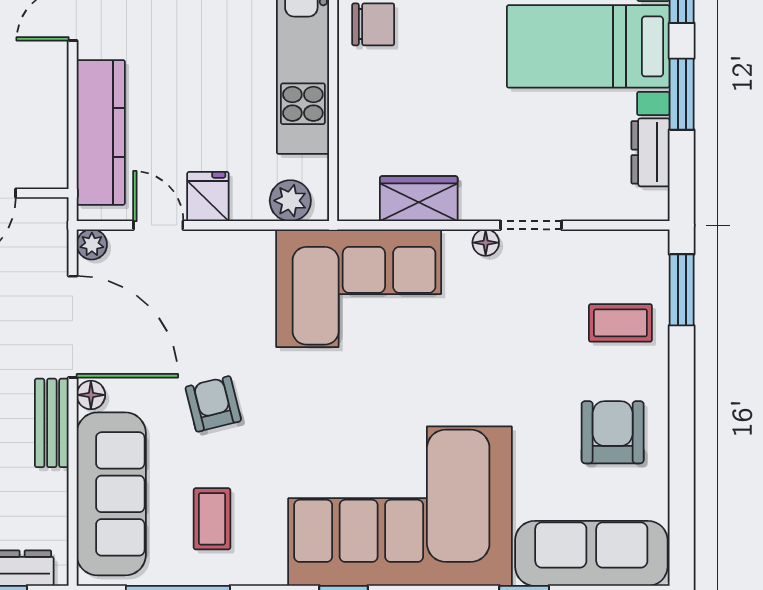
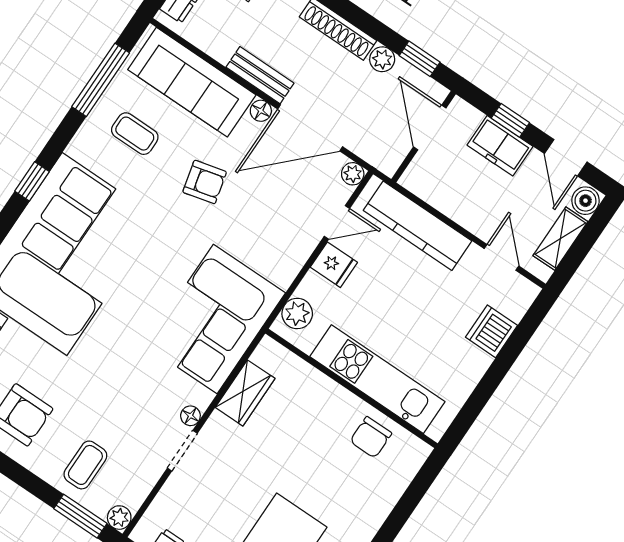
plant: (654, 245) -> (119, 518), added

